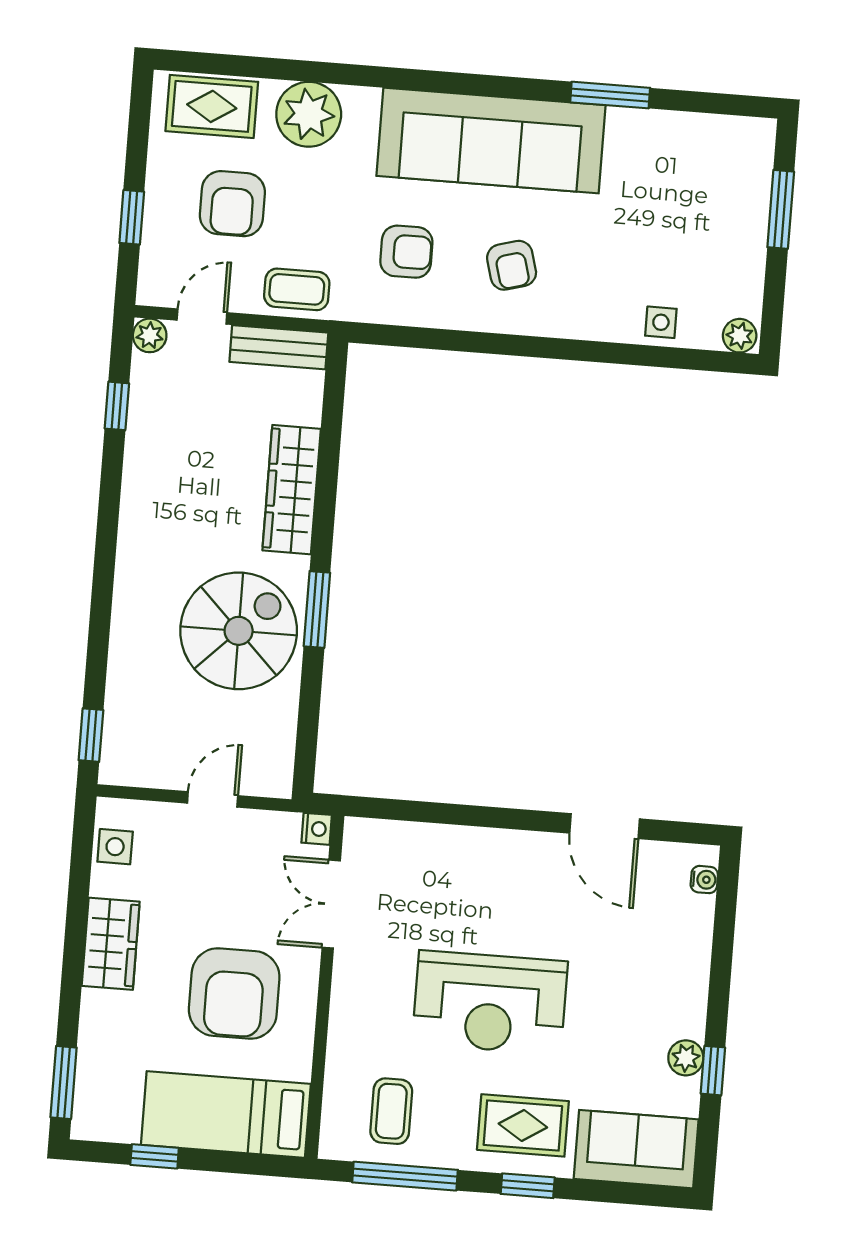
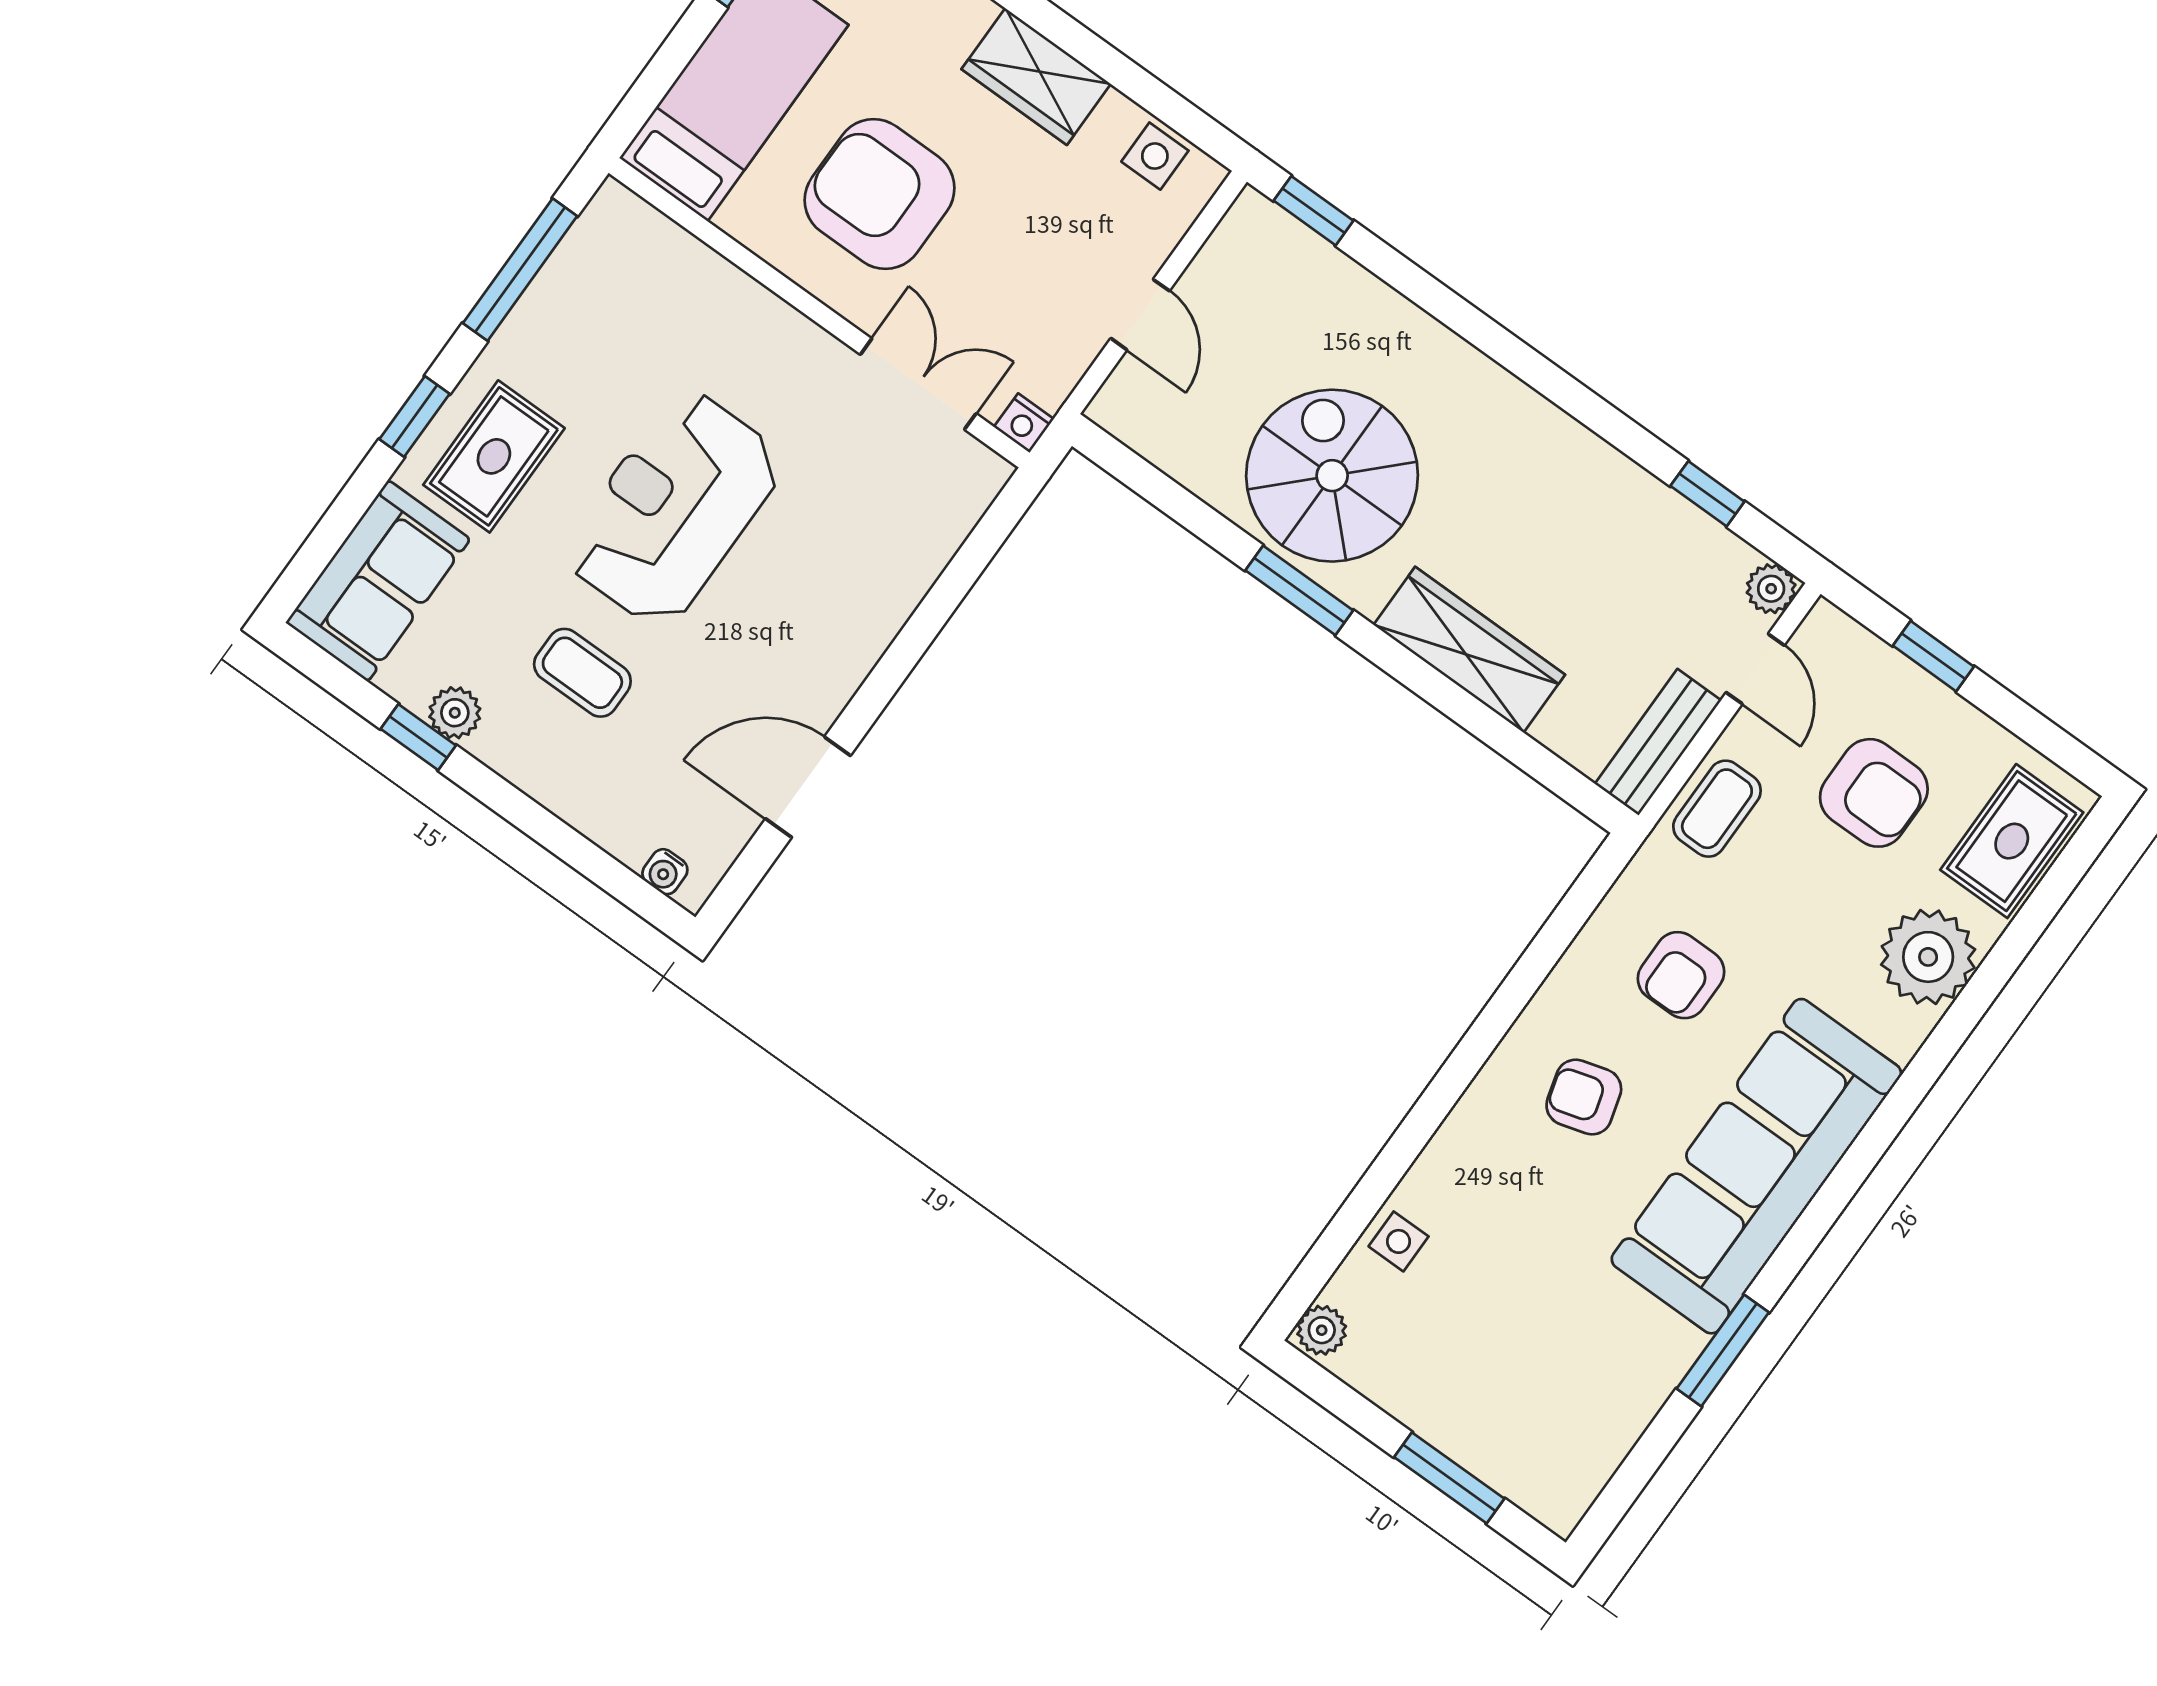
armchair: (232, 204) -> (1874, 793), turned 180
spiral stairs: (239, 631) -> (1332, 476), turned 180
coffee table: (391, 1111) -> (582, 673), moved

